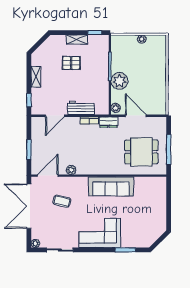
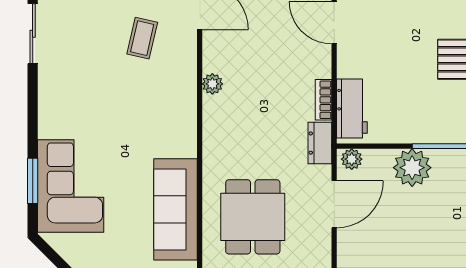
workbench: (81, 108) -> (352, 109), moved
plant: (71, 170) -> (212, 84), moved
sofa: (111, 186) -> (175, 209), moved
corner sofa: (100, 233) -> (71, 186), moved

